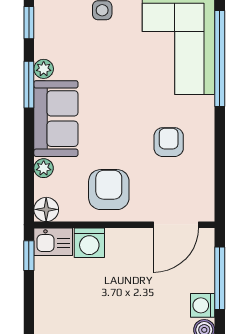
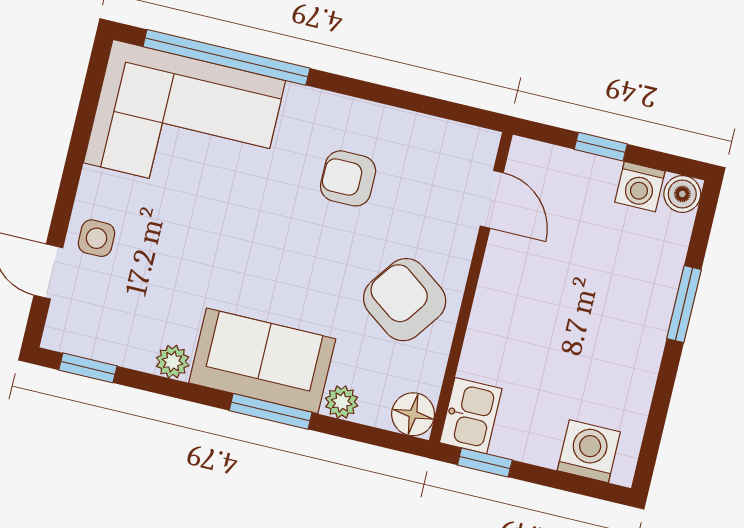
window: (29, 85) -> (271, 411), moved
armchair: (109, 190) -> (405, 300), turned 36
door: (176, 225) -> (492, 199), width x0.73
washing machine: (89, 243) -> (589, 451), moved, turned -90
window: (220, 278) -> (601, 147), width x0.46

